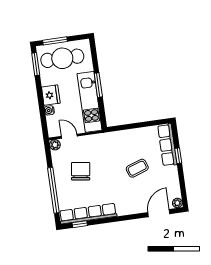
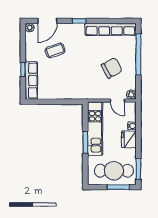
coffee table: (137, 168) -> (55, 50), moved
chair: (81, 171) -> (112, 68), turned -126
window: (80, 224) -> (79, 21), moved

